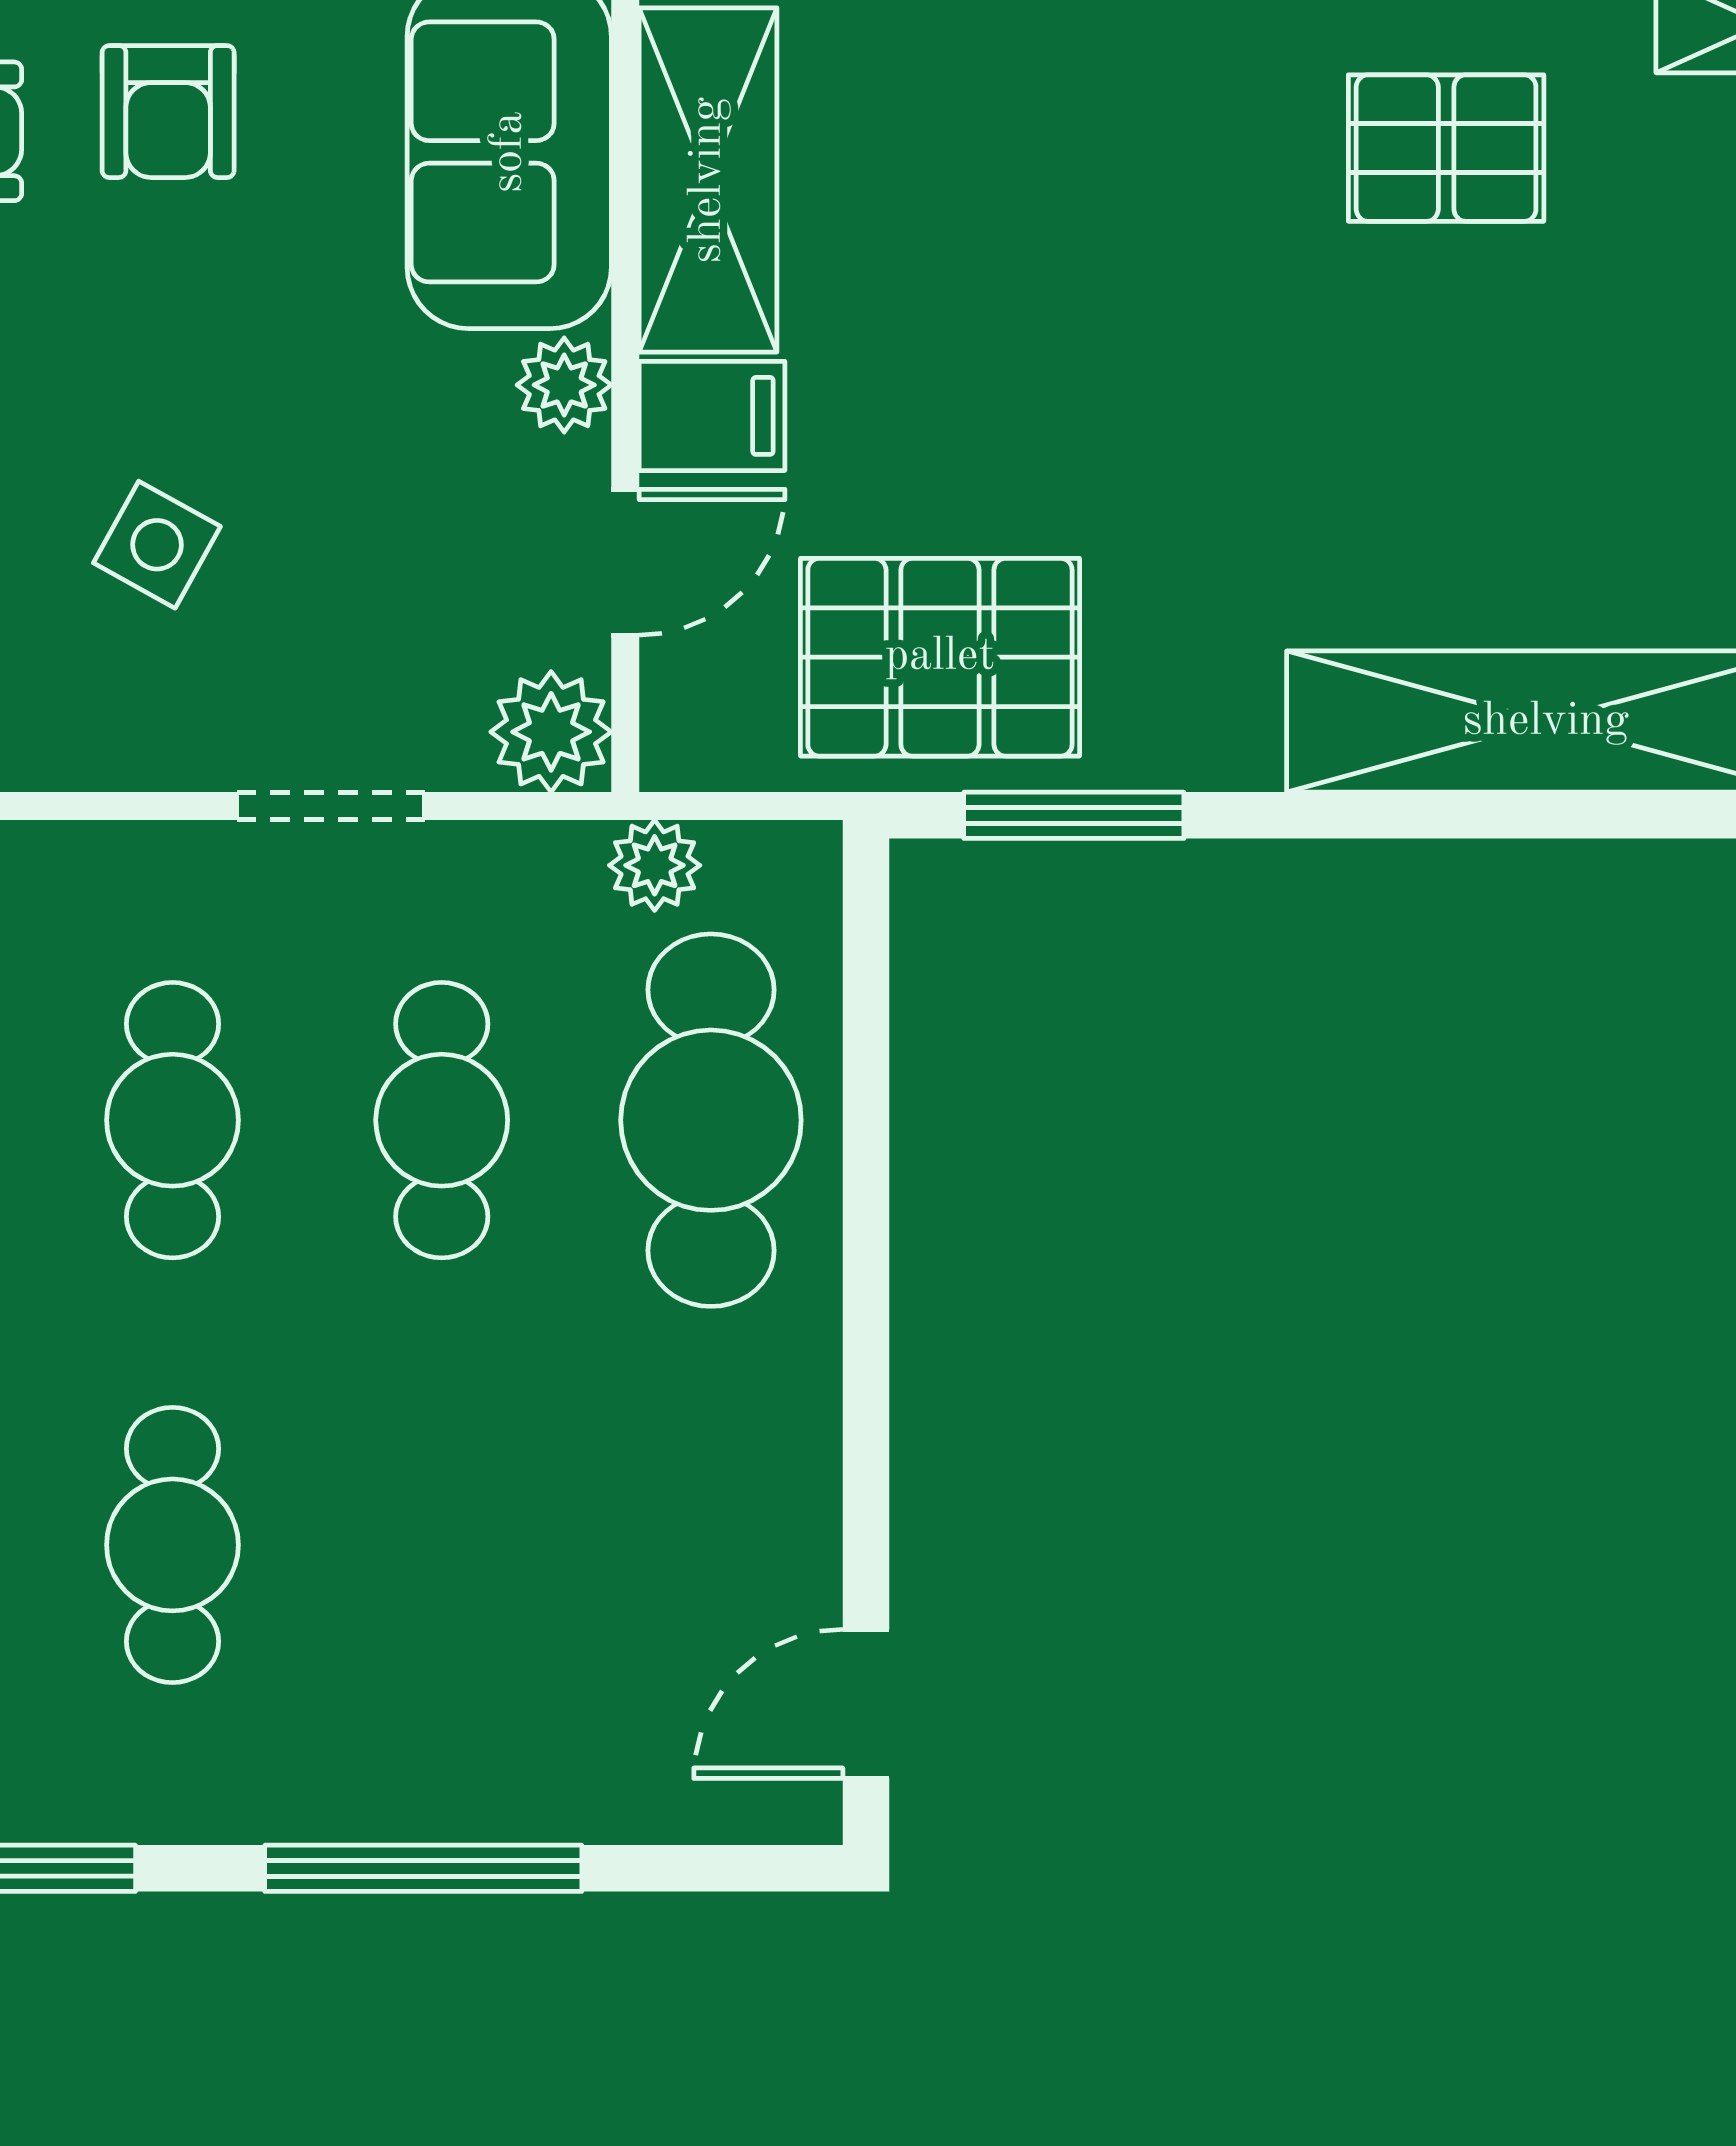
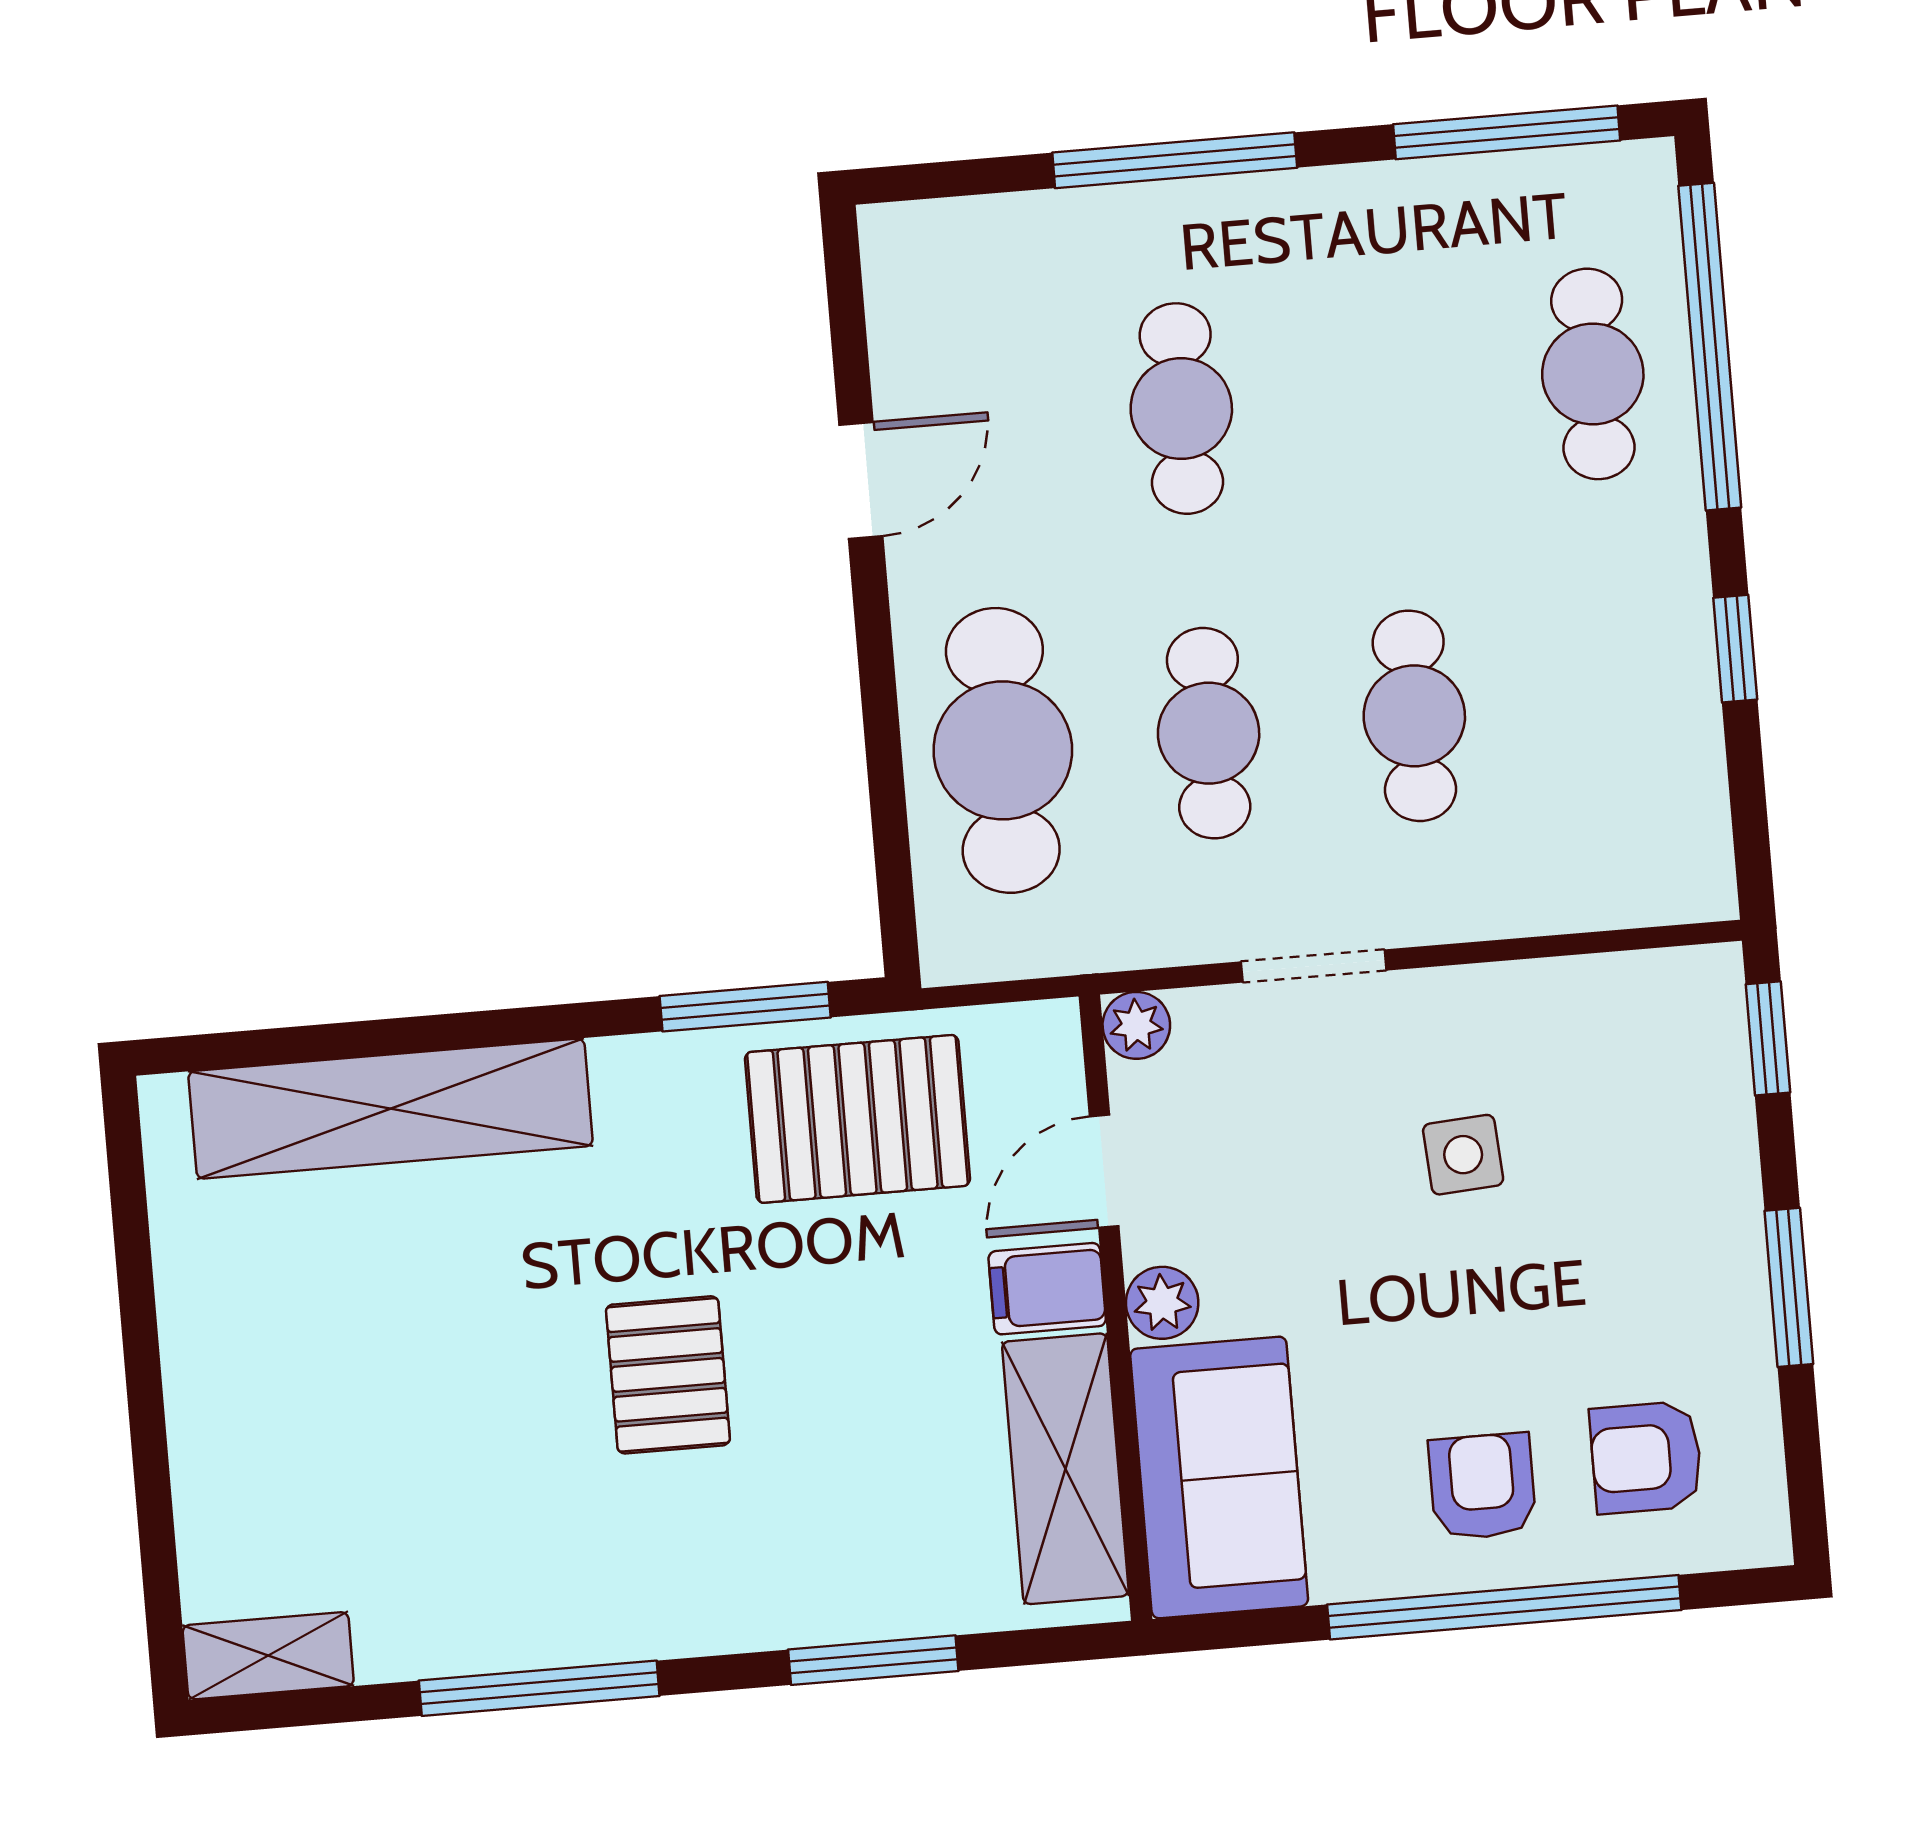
pallet: (1446, 148) -> (668, 1375), moved, turned 90
side table: (157, 545) -> (1463, 1155), turned -33
plant: (551, 732) -> (1136, 1025), width x0.73, depth x0.73
plant: (655, 865) -> (1062, 942), removed
cafe table: (172, 1545) -> (1181, 409), moved
door: (866, 1704) -> (861, 480), moved

